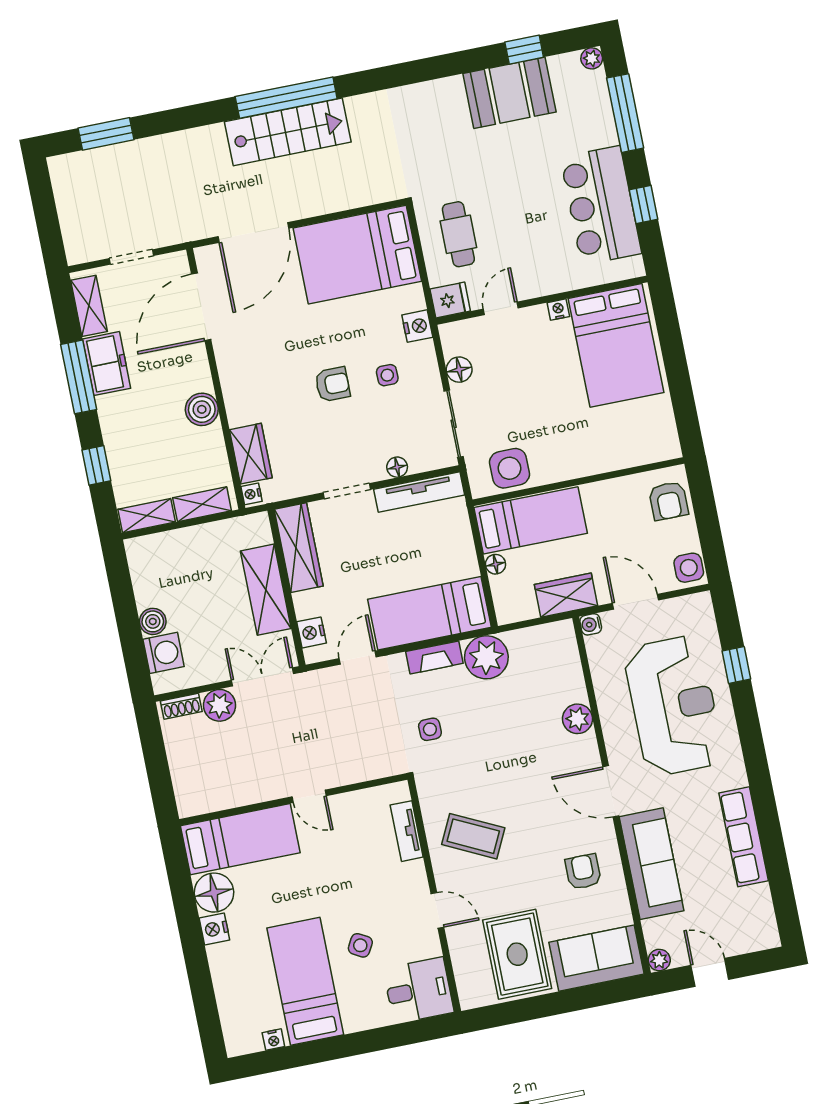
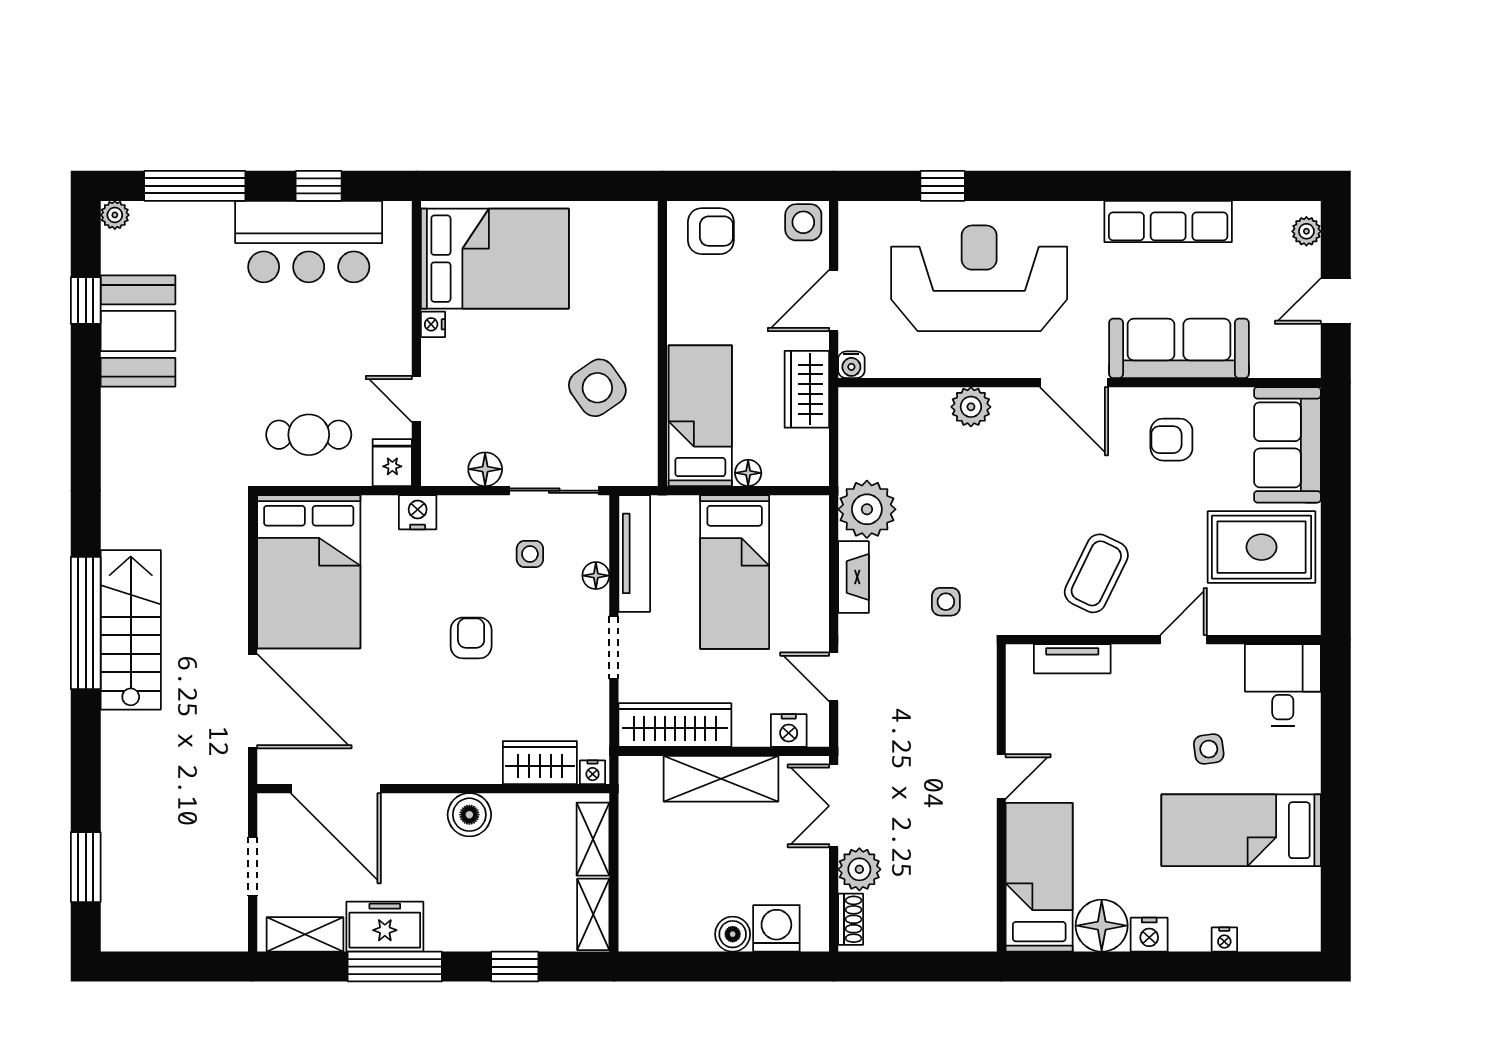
side table: (387, 375) -> (530, 554), moved
side table: (510, 468) -> (597, 388), moved, turned -35
bed: (429, 613) -> (735, 572), moved
door: (611, 791) -> (1074, 383), hinge flipped
side table: (360, 945) -> (1209, 749), turned -36
plant: (659, 960) -> (1306, 231), moved
nightstand: (273, 1040) -> (1224, 940), moved, turned 90

